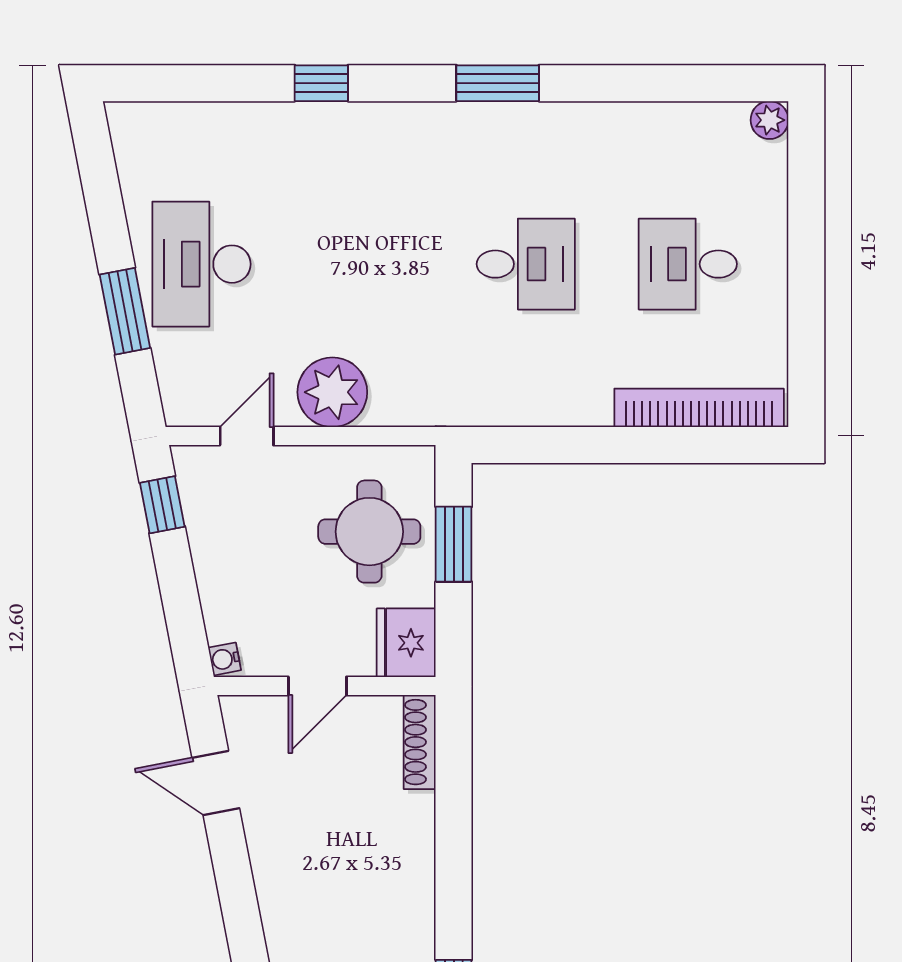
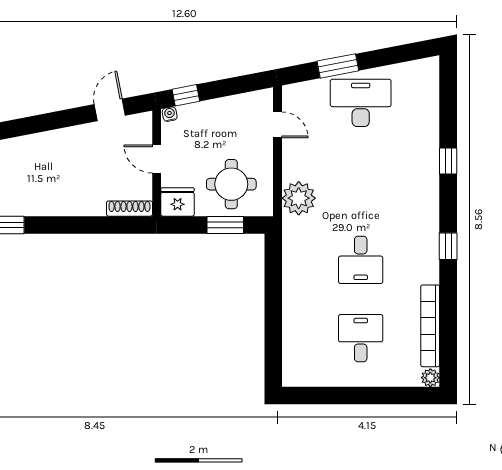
window: (498, 83) -> (448, 246), width x0.67
plant: (332, 392) -> (299, 198), moved
bookcase: (699, 408) -> (430, 326), moved, turned 180
window: (162, 505) -> (186, 95), moved

